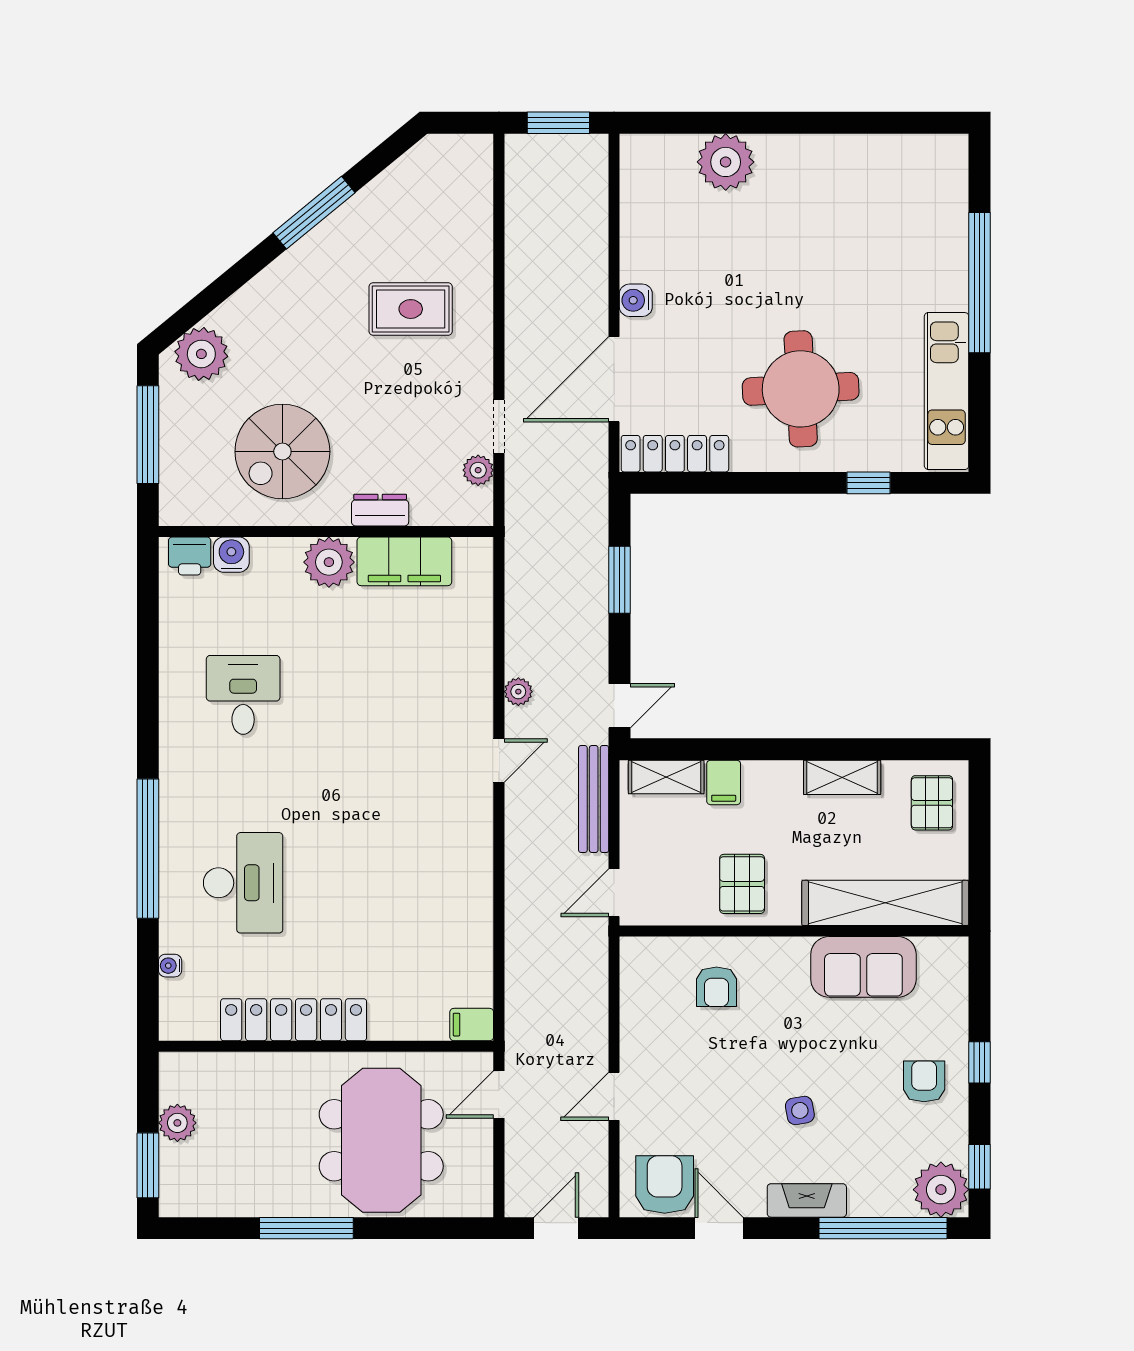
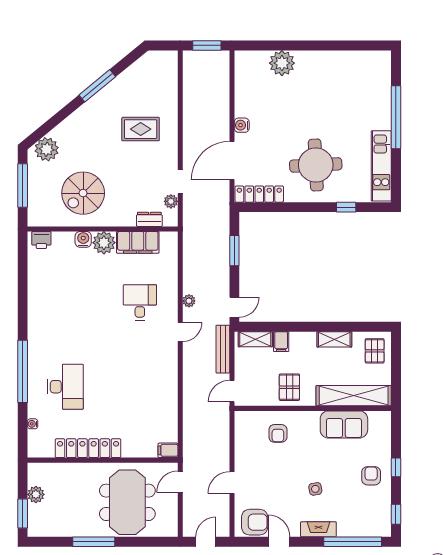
dresser: (380, 510) -> (149, 219), moved
water cooler: (231, 555) -> (83, 239), moved
desk: (243, 695) -> (140, 302), moved
armchair: (665, 1185) -> (255, 522), turned 90
plant: (941, 1190) -> (379, 524), removed

